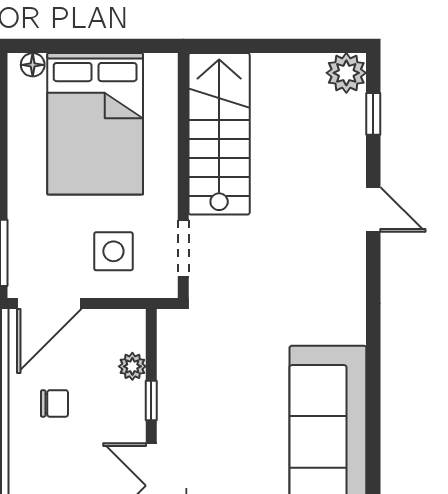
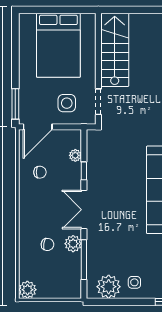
floor lamp: (33, 65) -> (30, 18), removed

